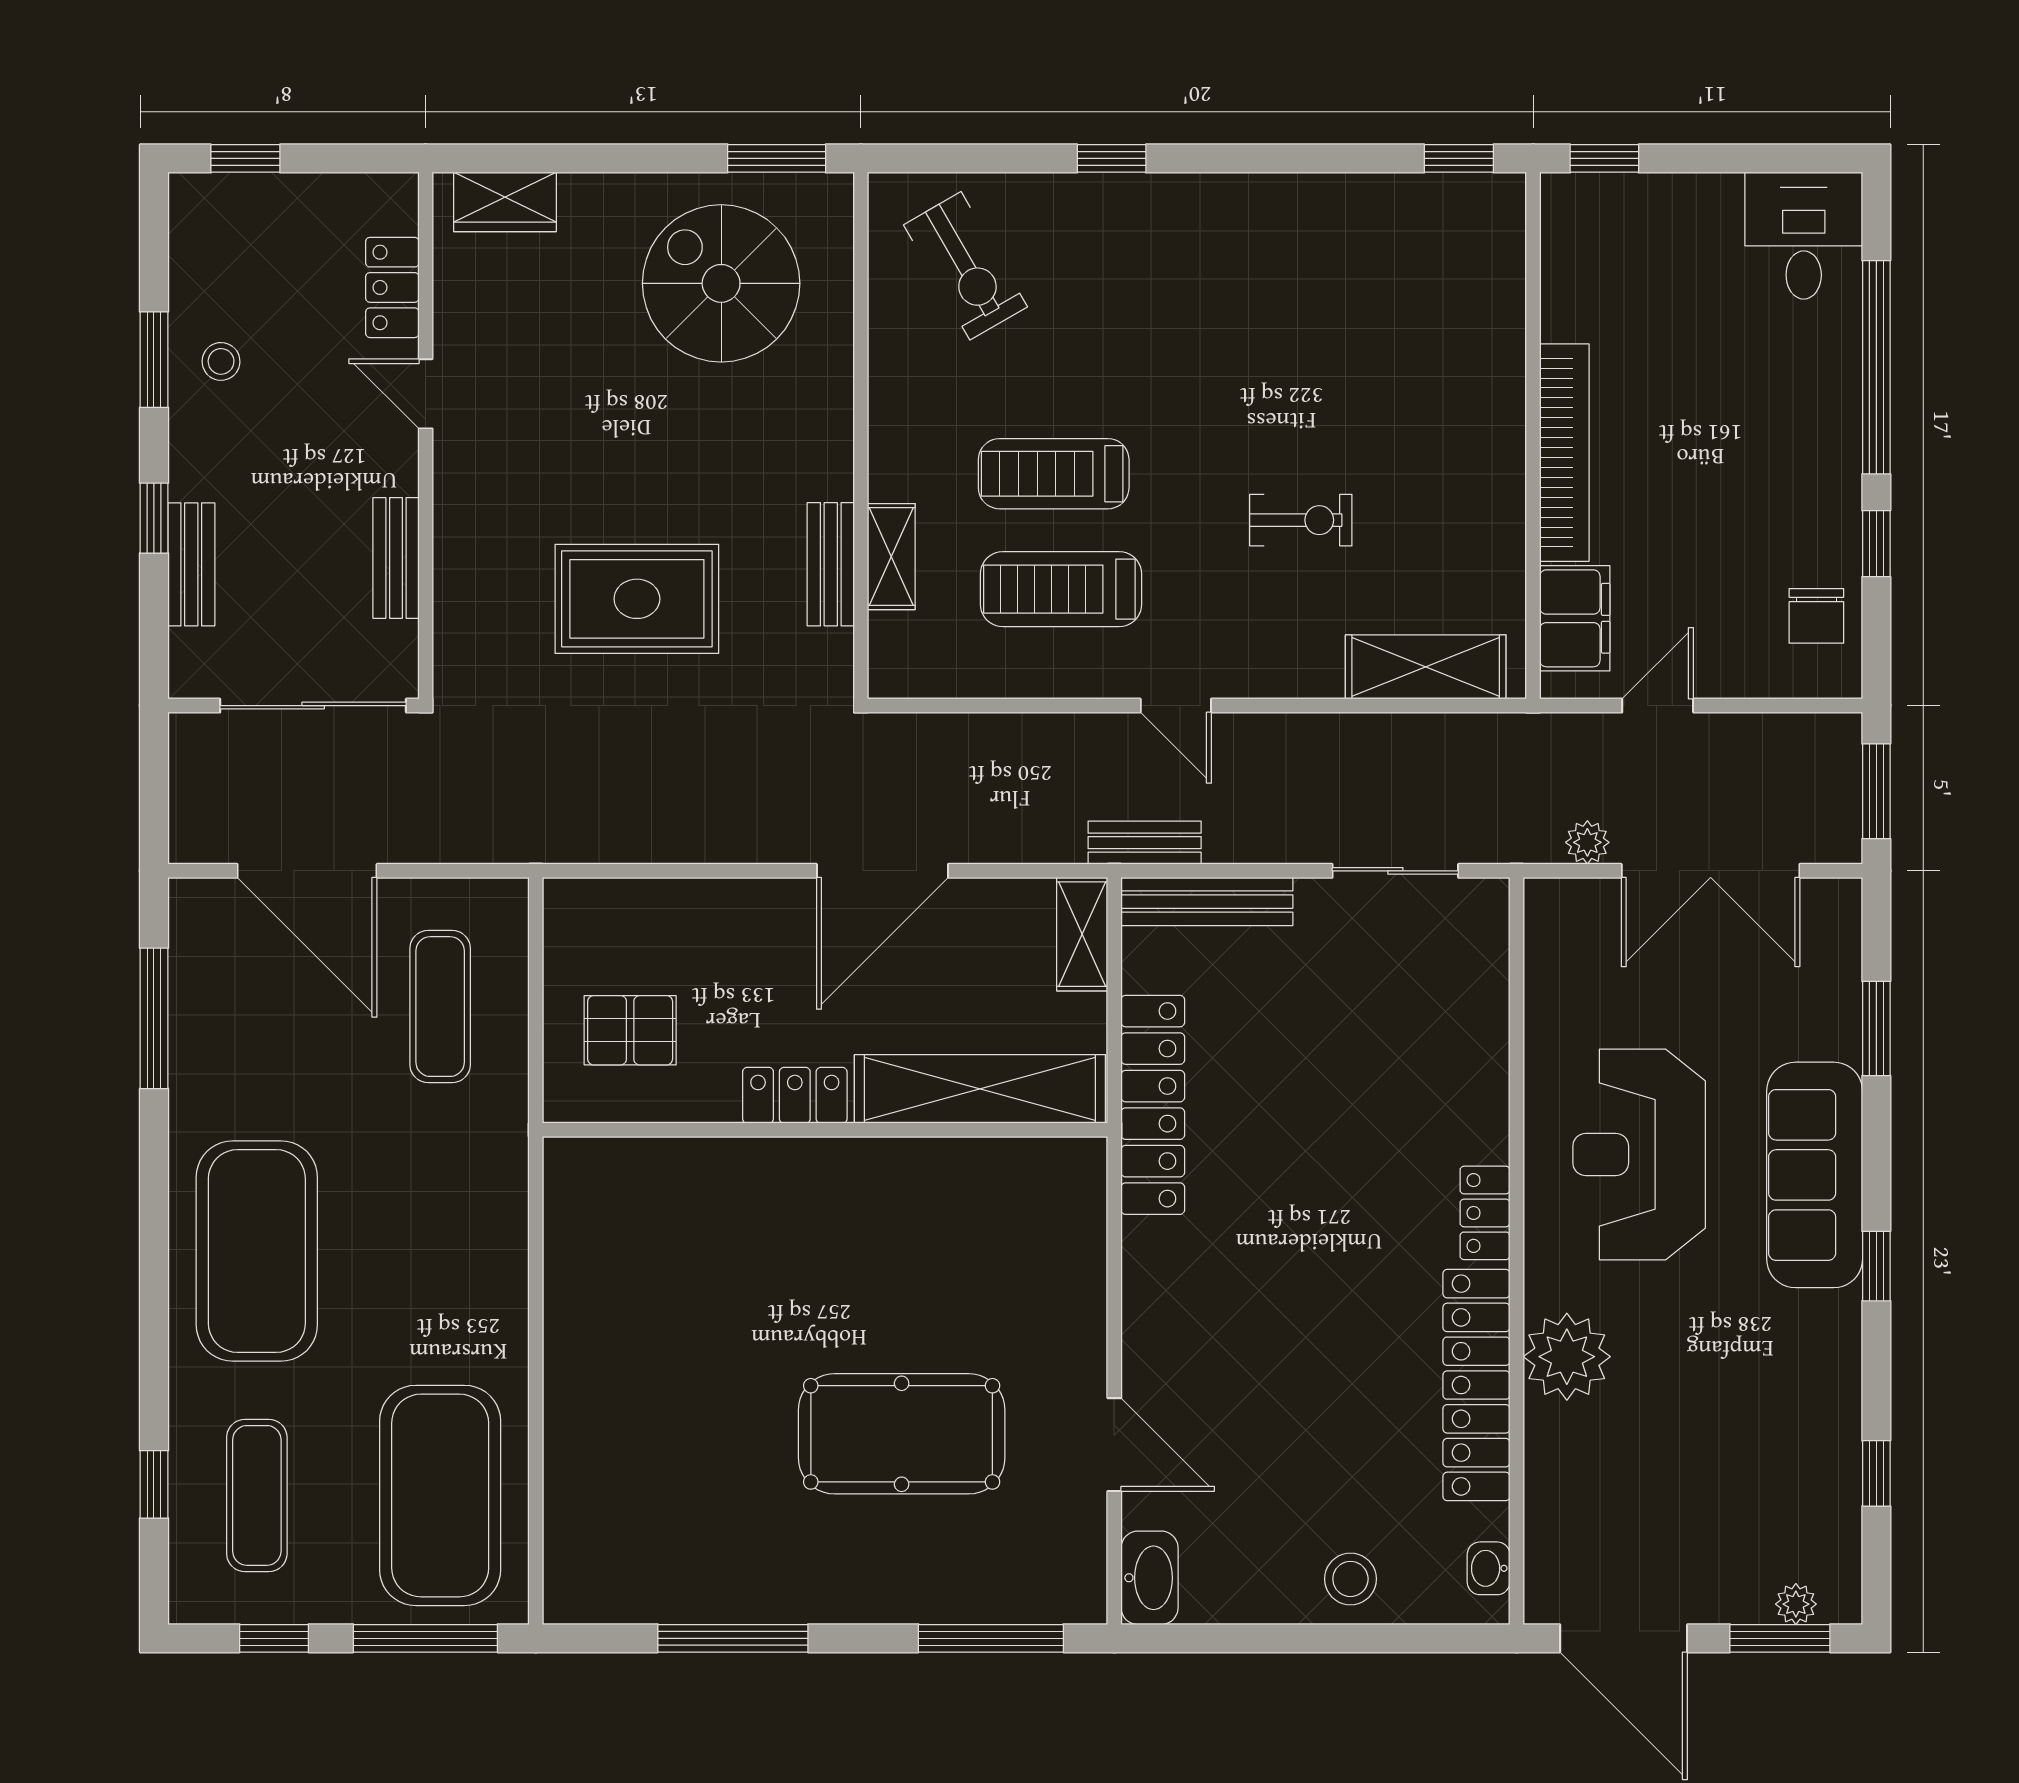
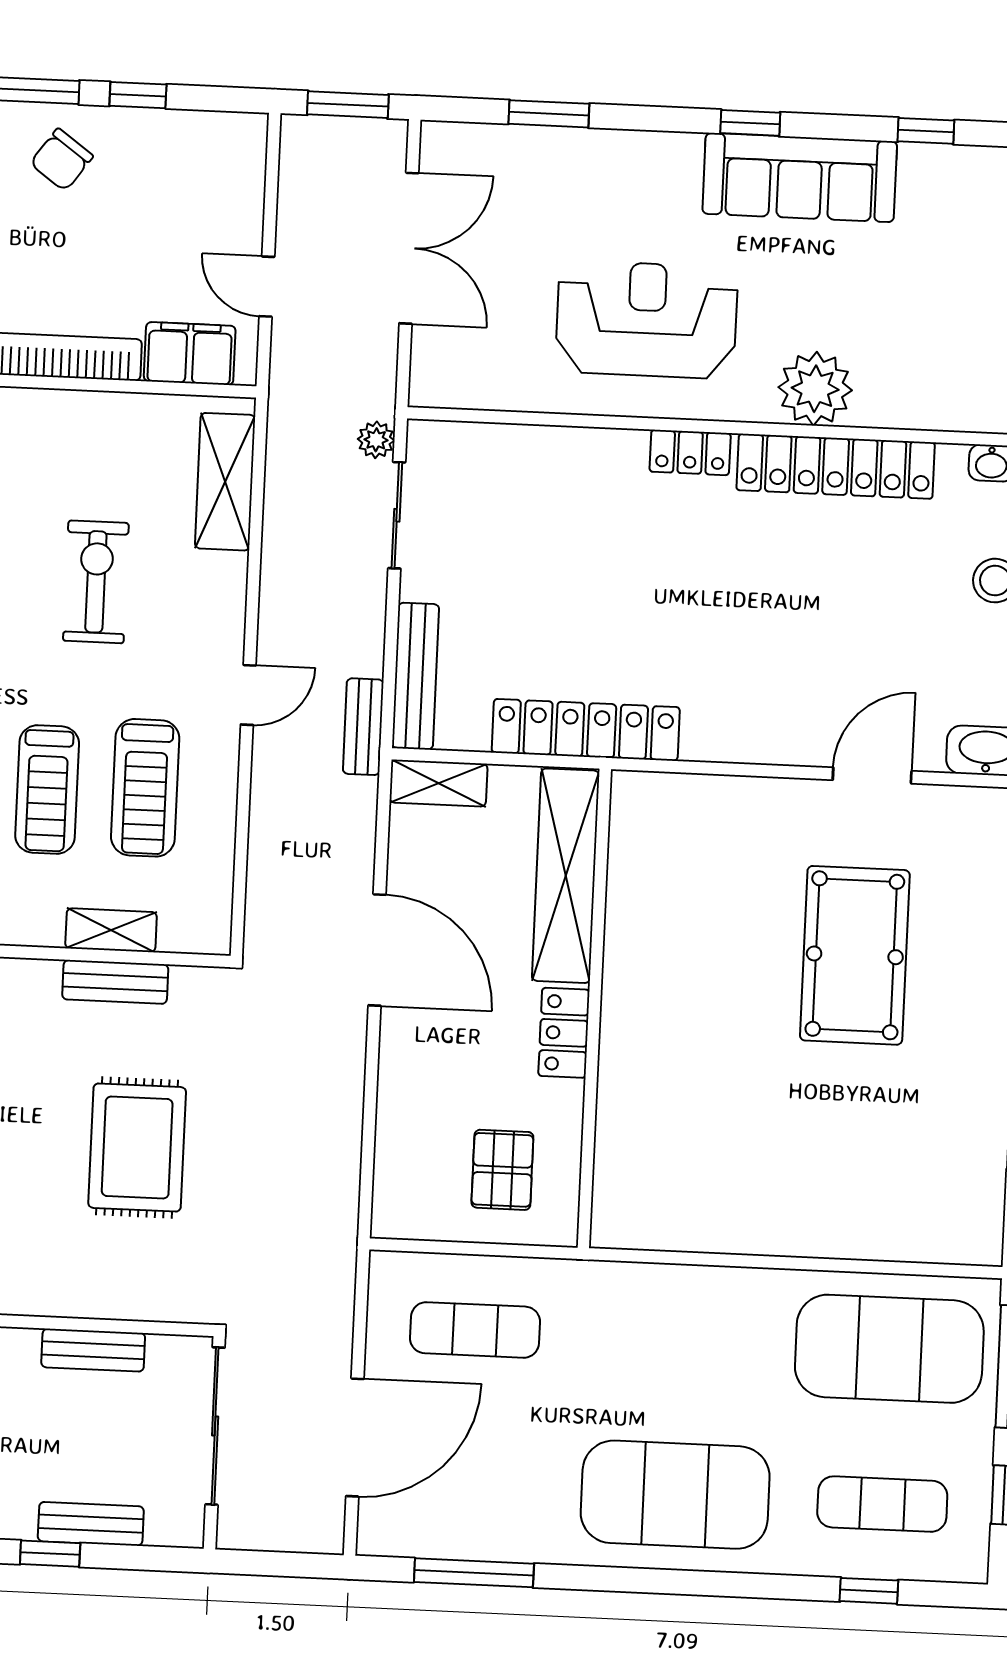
exercise bike: (1301, 520) -> (96, 582), width x1.38, depth x1.39
chair: (1816, 616) -> (61, 160), moved, turned 126
plant: (1587, 842) -> (376, 440), moved
reception desk: (1639, 1154) -> (647, 320), turned 180
sofa: (1815, 1175) -> (800, 178), moved

